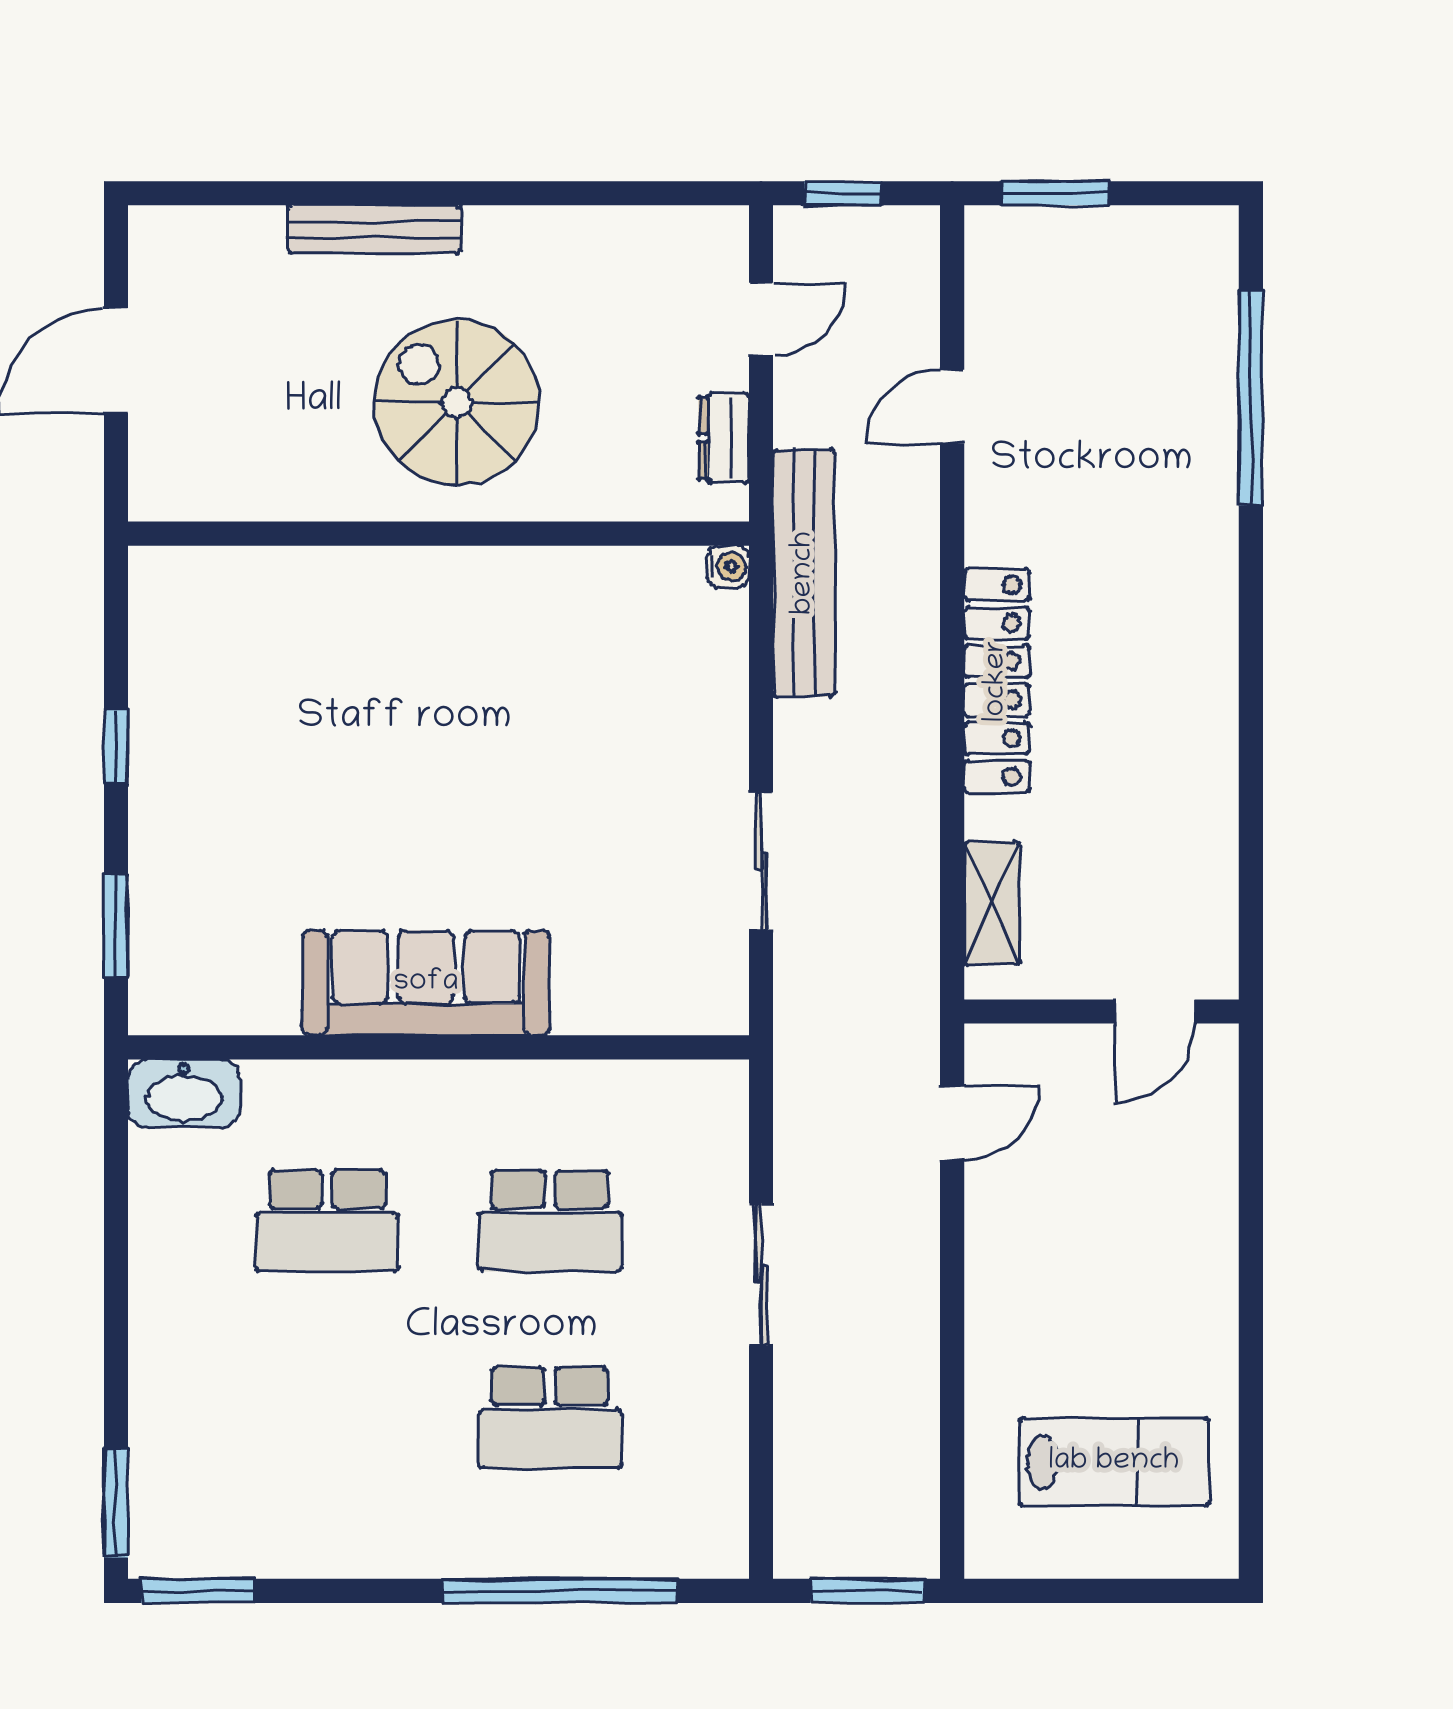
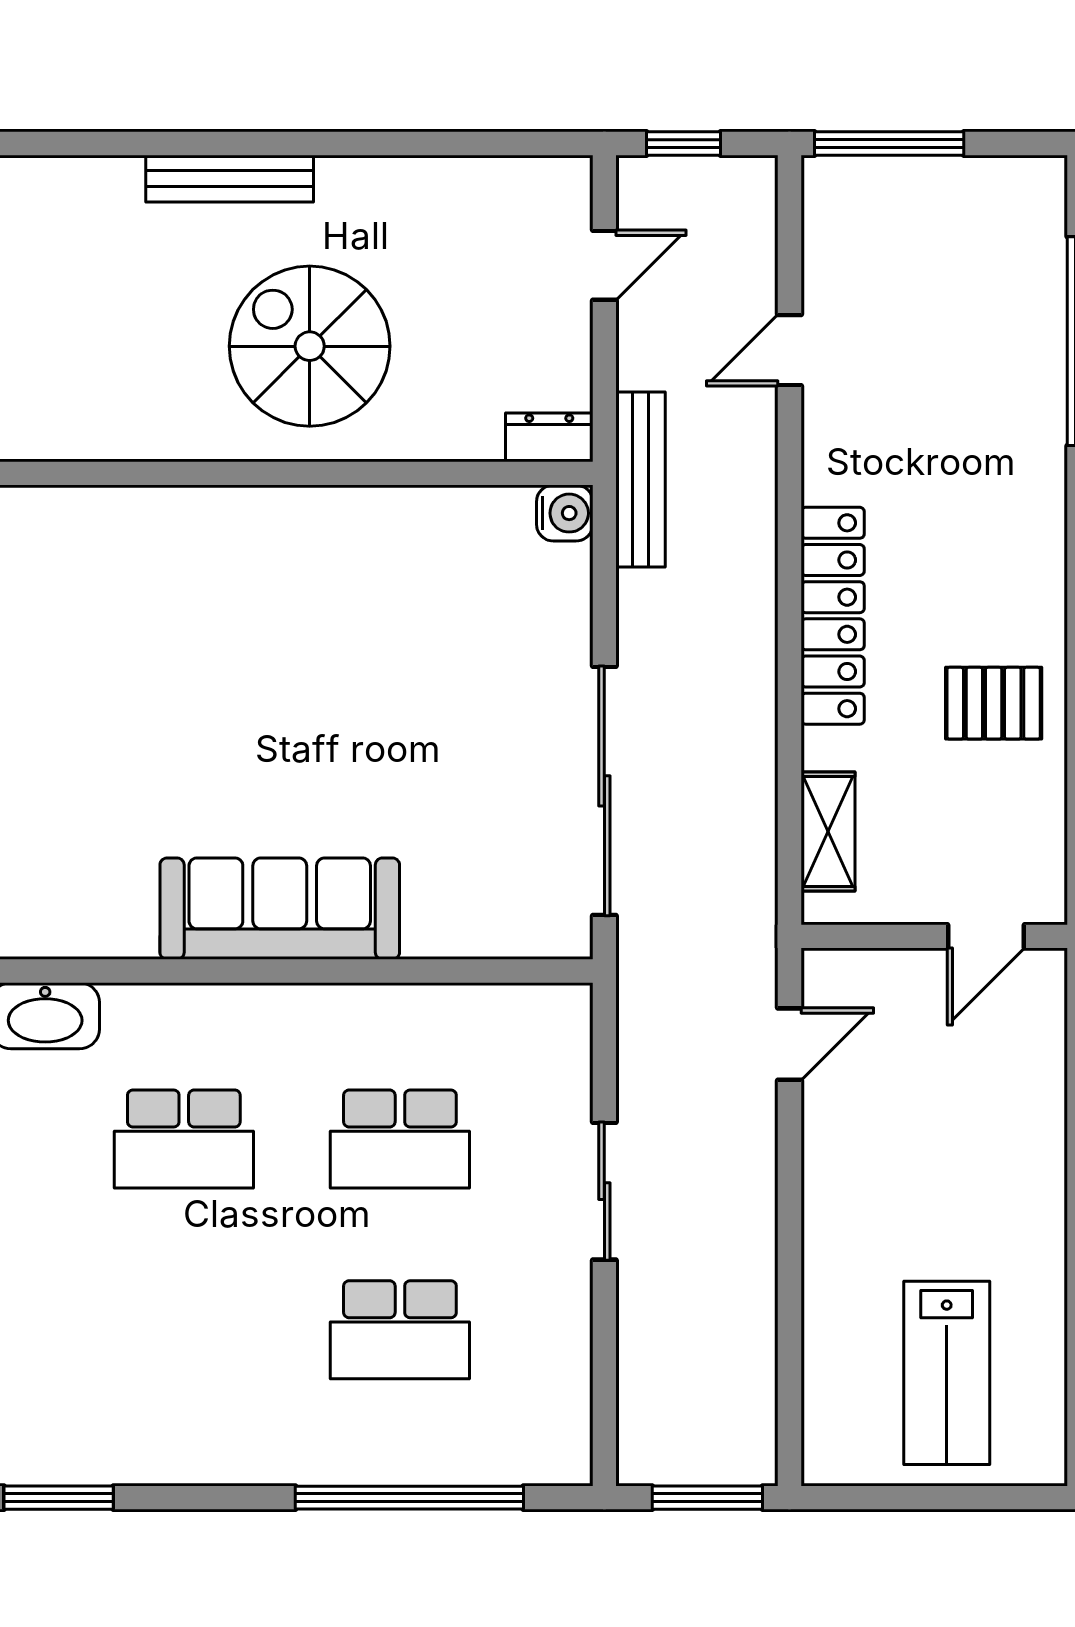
window: (1055, 193) -> (889, 144), width x1.44
dresser: (724, 438) -> (549, 437), moved, turned 90
water cooler: (728, 567) -> (565, 513), width x1.38, depth x1.38
bench: (804, 573) -> (640, 479), width x0.73, depth x0.82
pallet: (1163, 771) -> (994, 703), added
sliding door: (761, 861) -> (604, 791), width x1.86
lab bench: (1114, 1462) -> (947, 1373), turned 90

